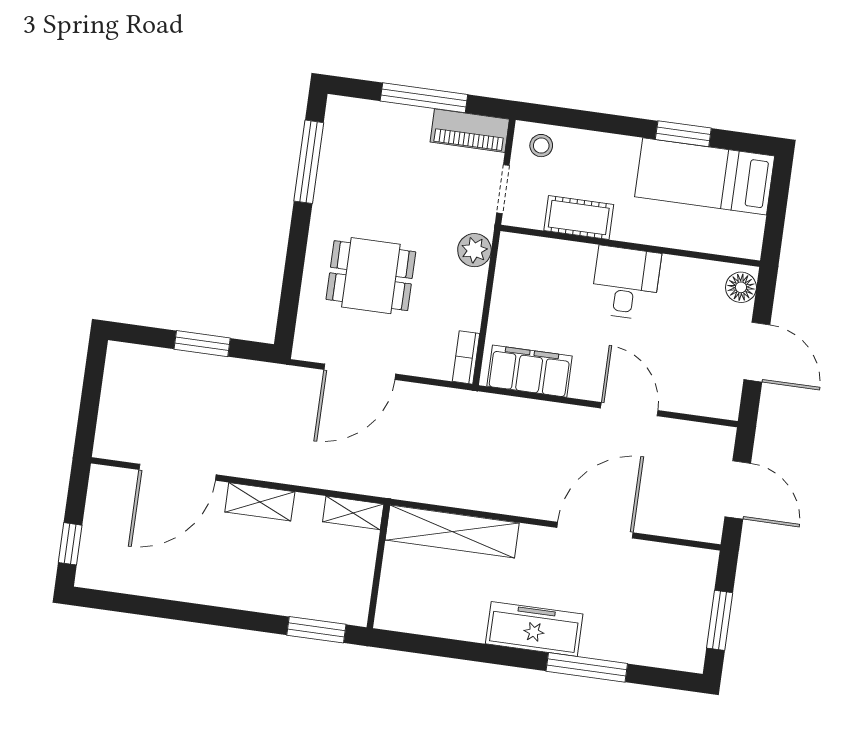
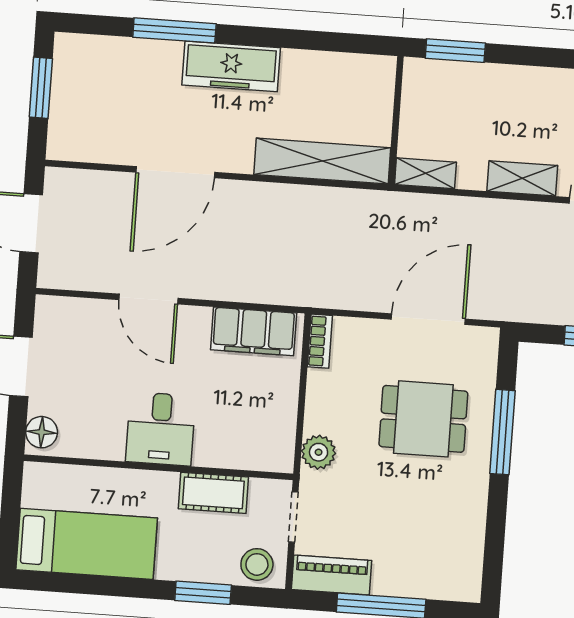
window: (683, 134) -> (203, 593), moved
stool: (541, 146) -> (257, 564), width x1.37, depth x1.37
window: (309, 162) -> (502, 432), moved

